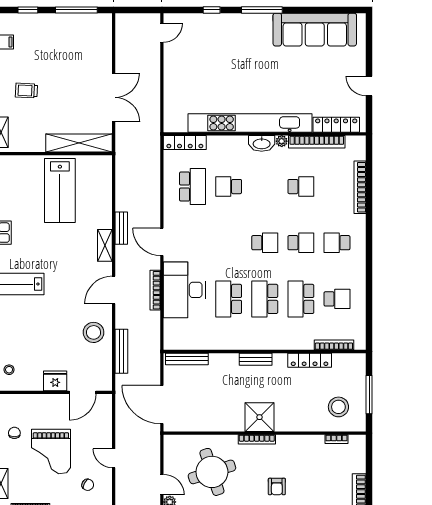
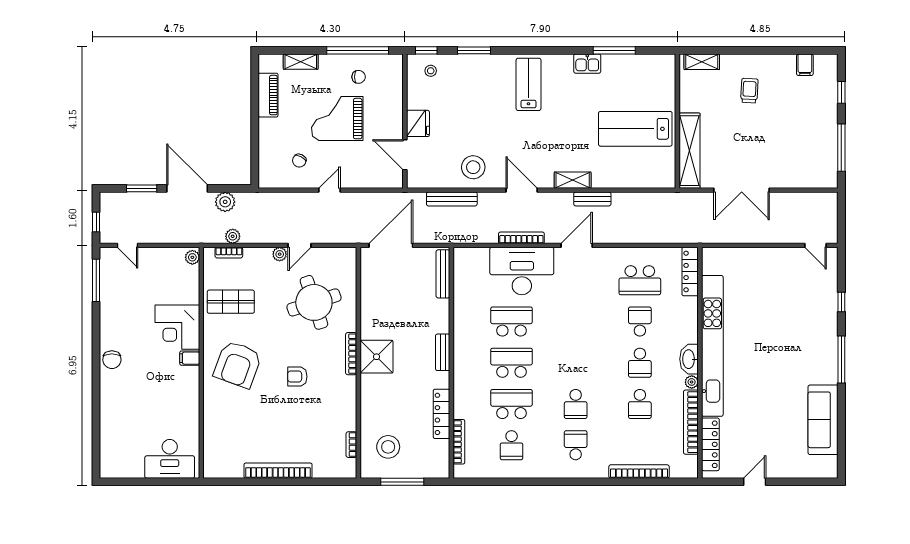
sofa: (315, 30) -> (823, 420), width x0.74, depth x0.79
school desk: (265, 243) -> (640, 363), moved

